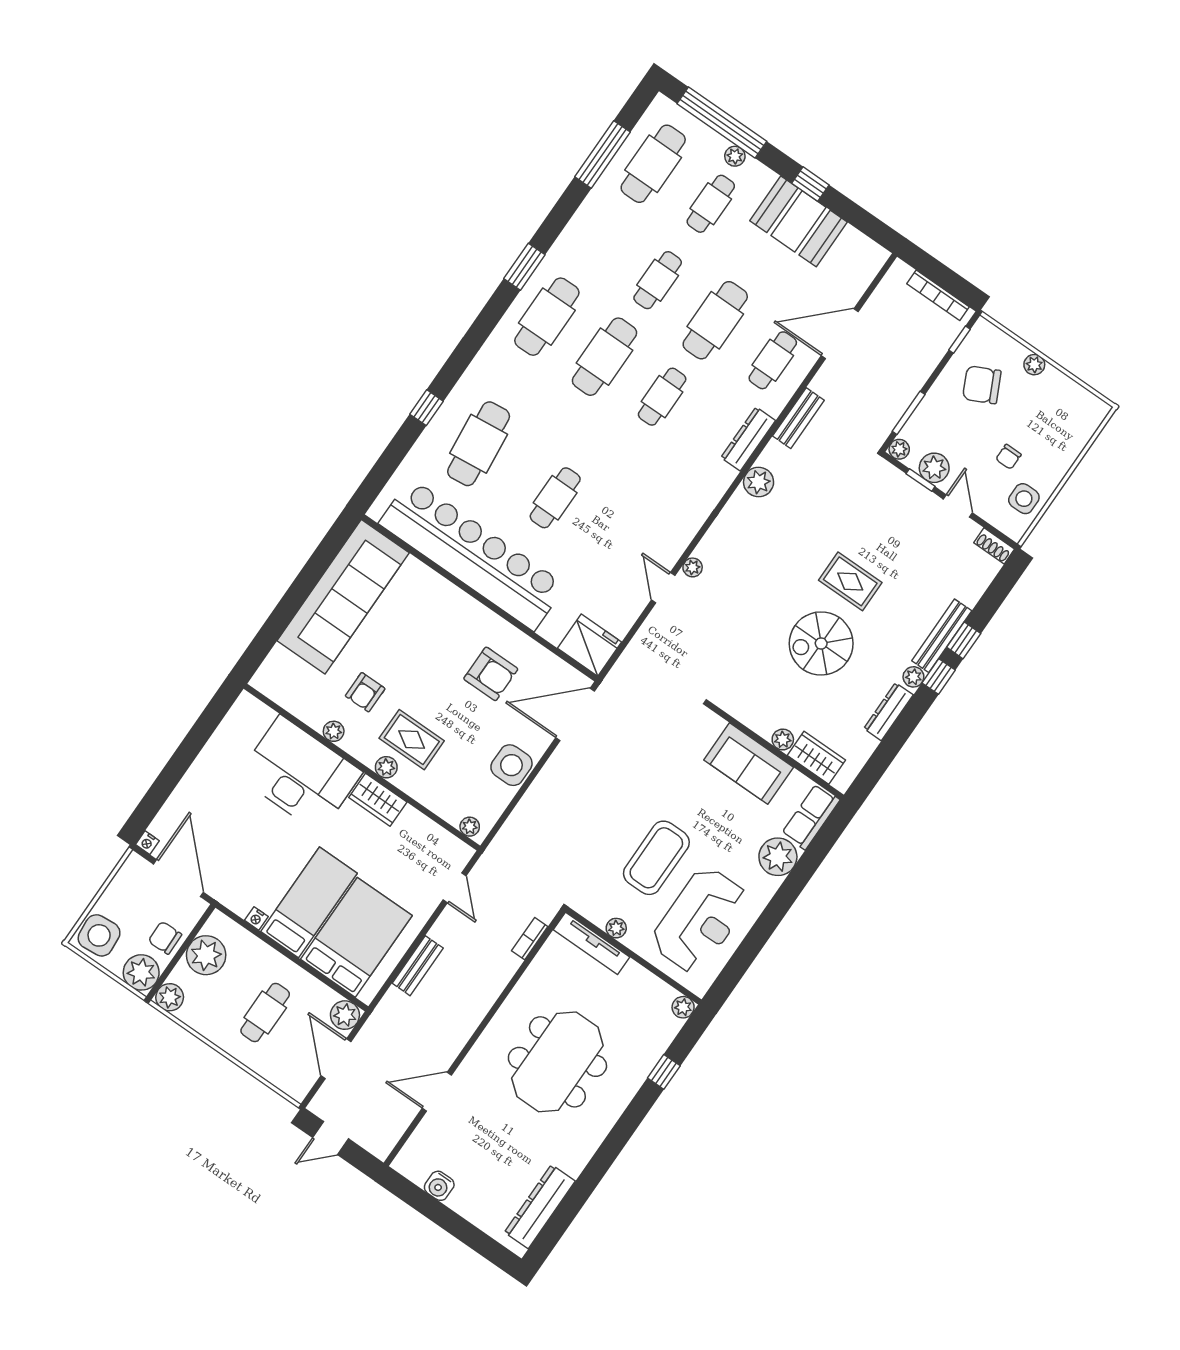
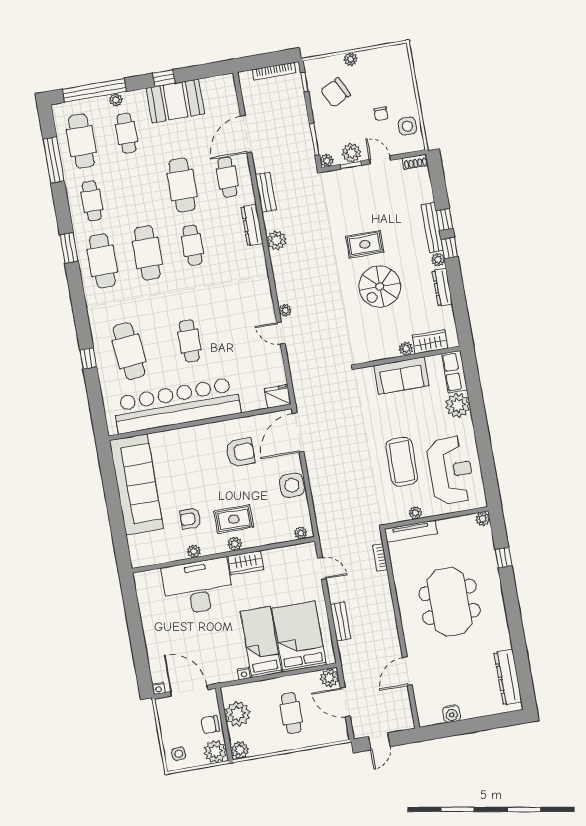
cafe table: (658, 280) -> (92, 201), moved
fridge: (589, 645) -> (278, 396), width x0.73, depth x0.75
armchair: (365, 692) -> (190, 519), turned 90
side table: (99, 935) -> (179, 754), width x0.54, depth x0.54

